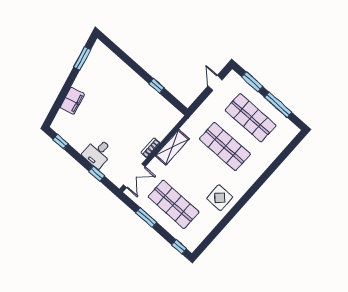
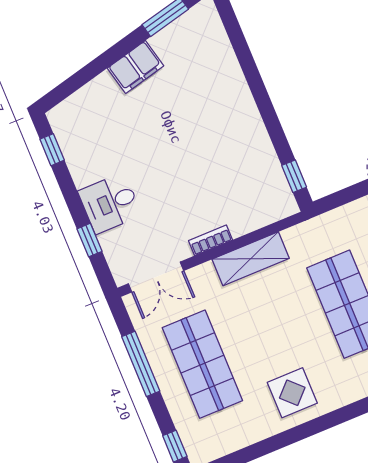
window: (156, 86) -> (294, 176), moved
filing cabinet: (72, 101) -> (136, 67), moved
window: (146, 218) -> (141, 364), width x1.44

